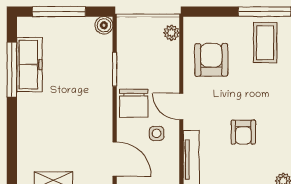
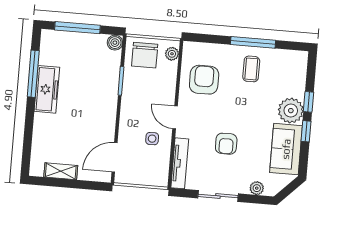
coffee table: (265, 43) -> (251, 69), width x0.73, depth x0.77
freezer: (29, 65) -> (47, 89), moved
chair: (134, 103) -> (145, 55), moved
door: (115, 159) -> (115, 157), swing flipped

